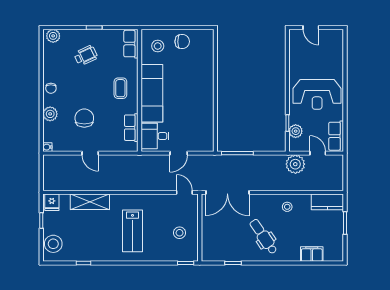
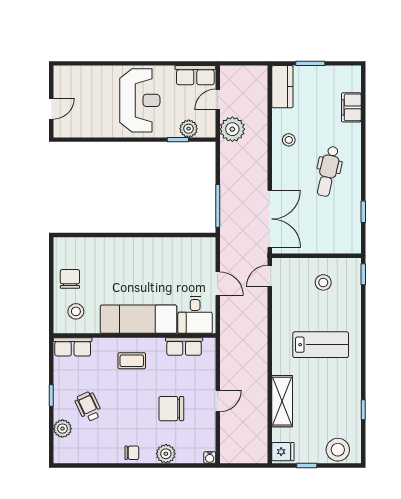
plant: (53, 36) -> (62, 429), moved
dental chair: (263, 237) -> (328, 171), turned -43

